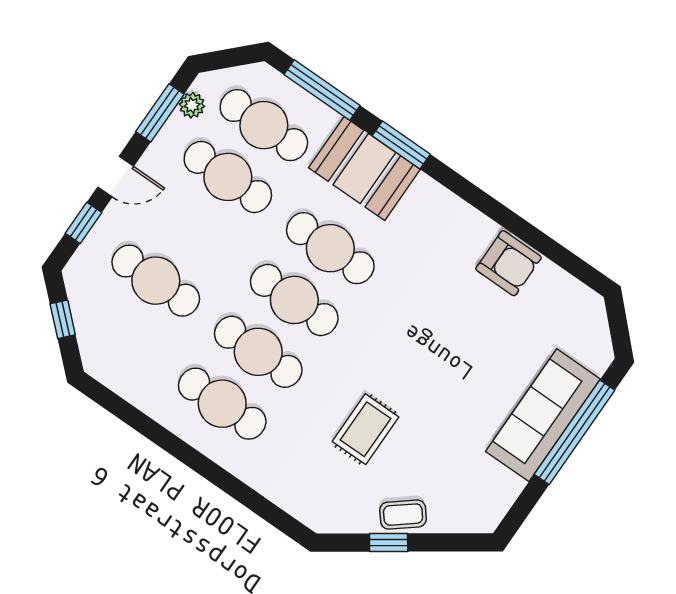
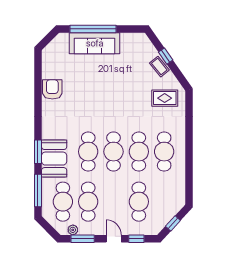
rug: (365, 429) -> (165, 98), moved
window: (389, 542) -> (166, 56), moved

